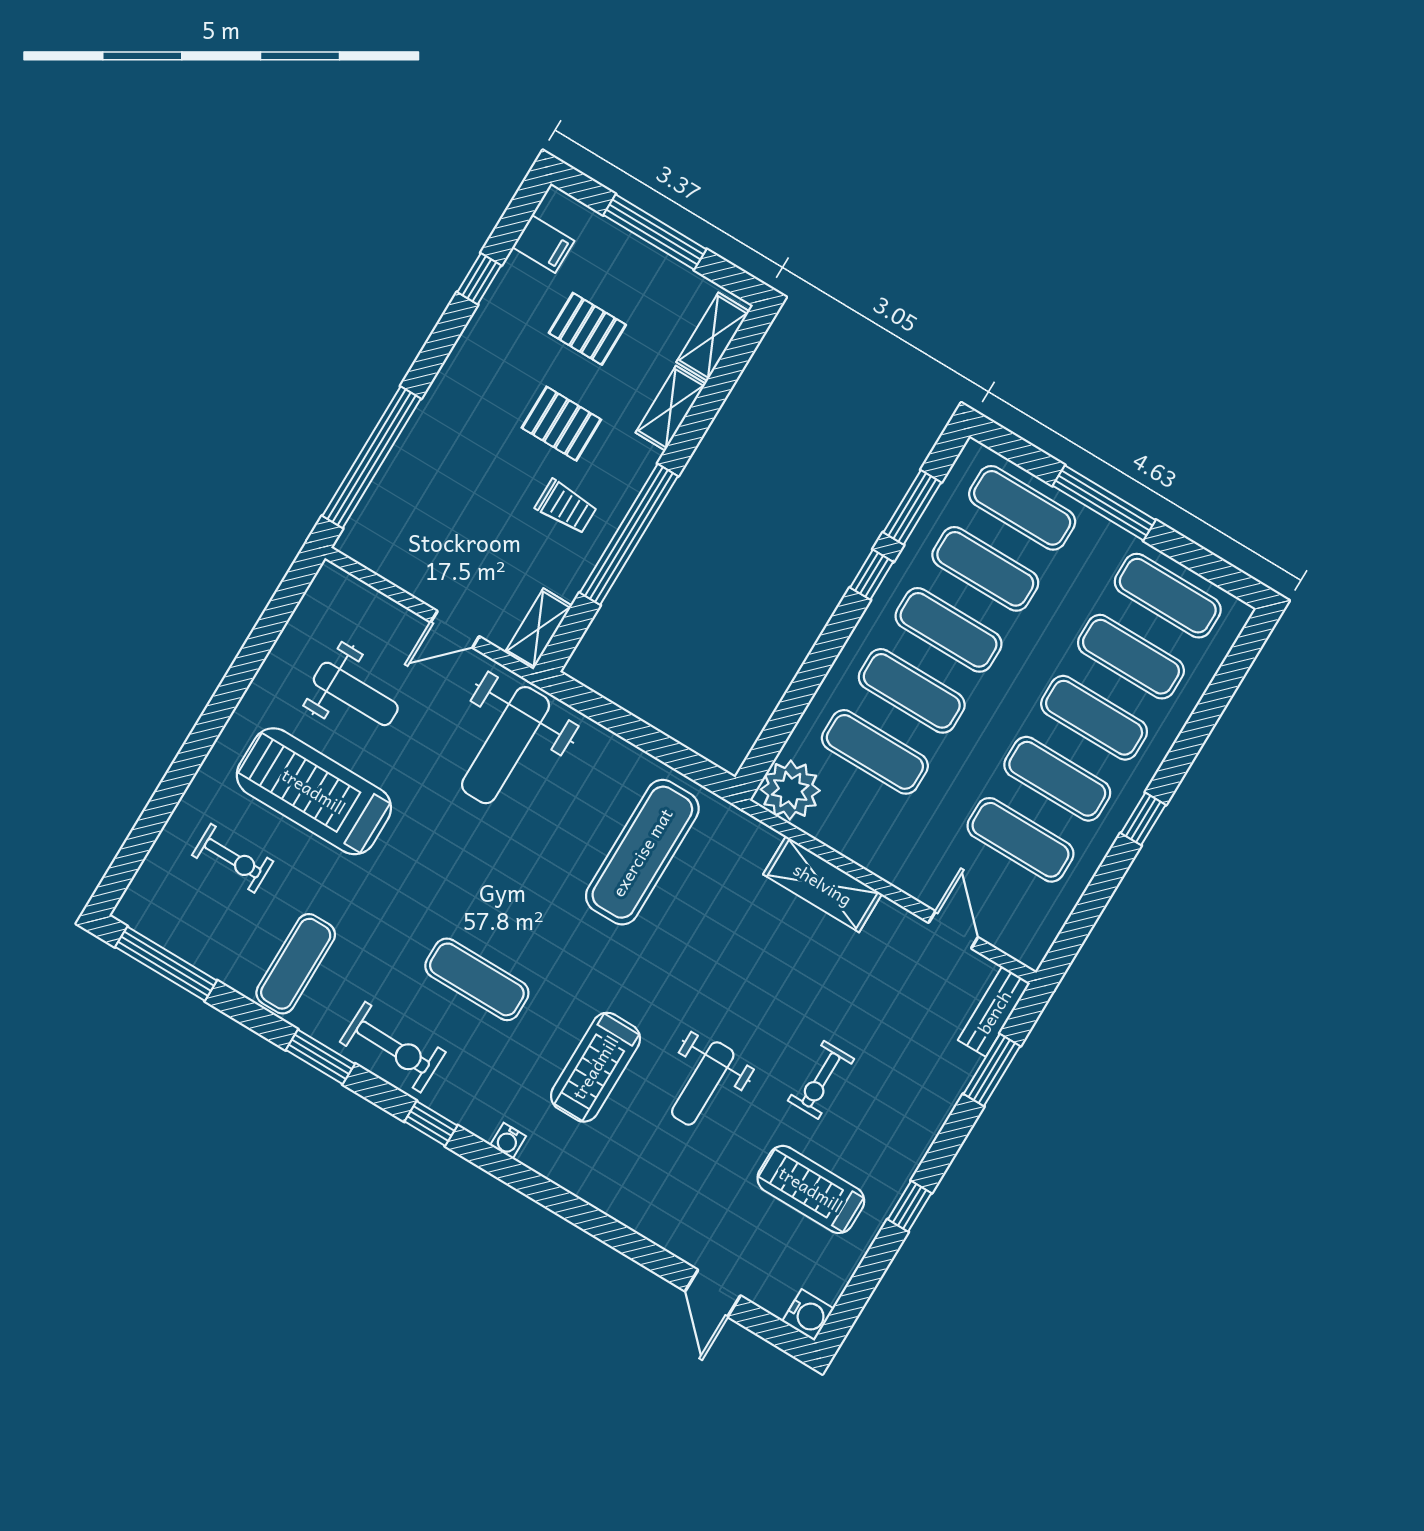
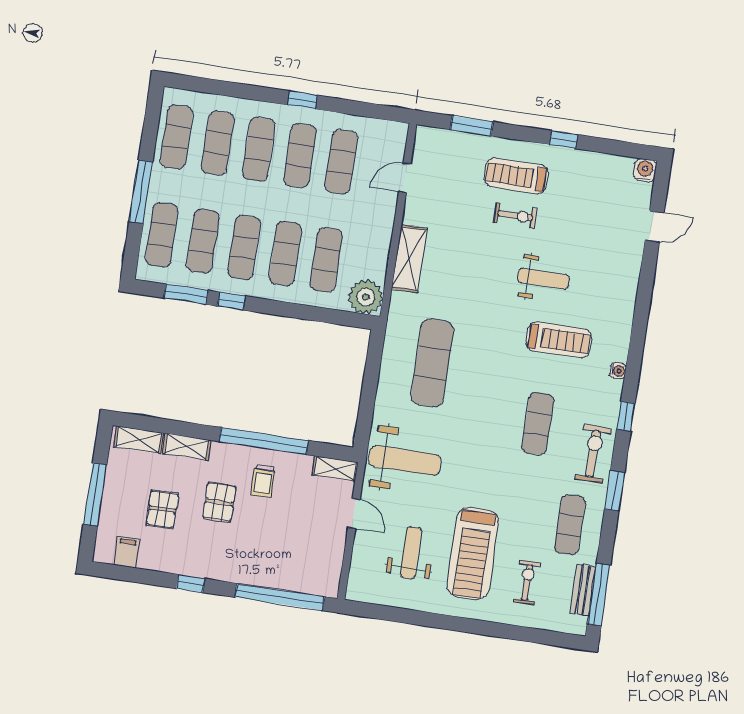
window: (479, 279) -> (191, 583), moved
trolley: (566, 507) -> (263, 481), turned 180
exercise mat: (642, 852) -> (432, 363), turned 90
exercise mat: (296, 964) -> (570, 525), turned 90
bench: (994, 1012) -> (583, 590), moved, turned 90
treadmill: (811, 1189) -> (516, 176), moved, turned 90

